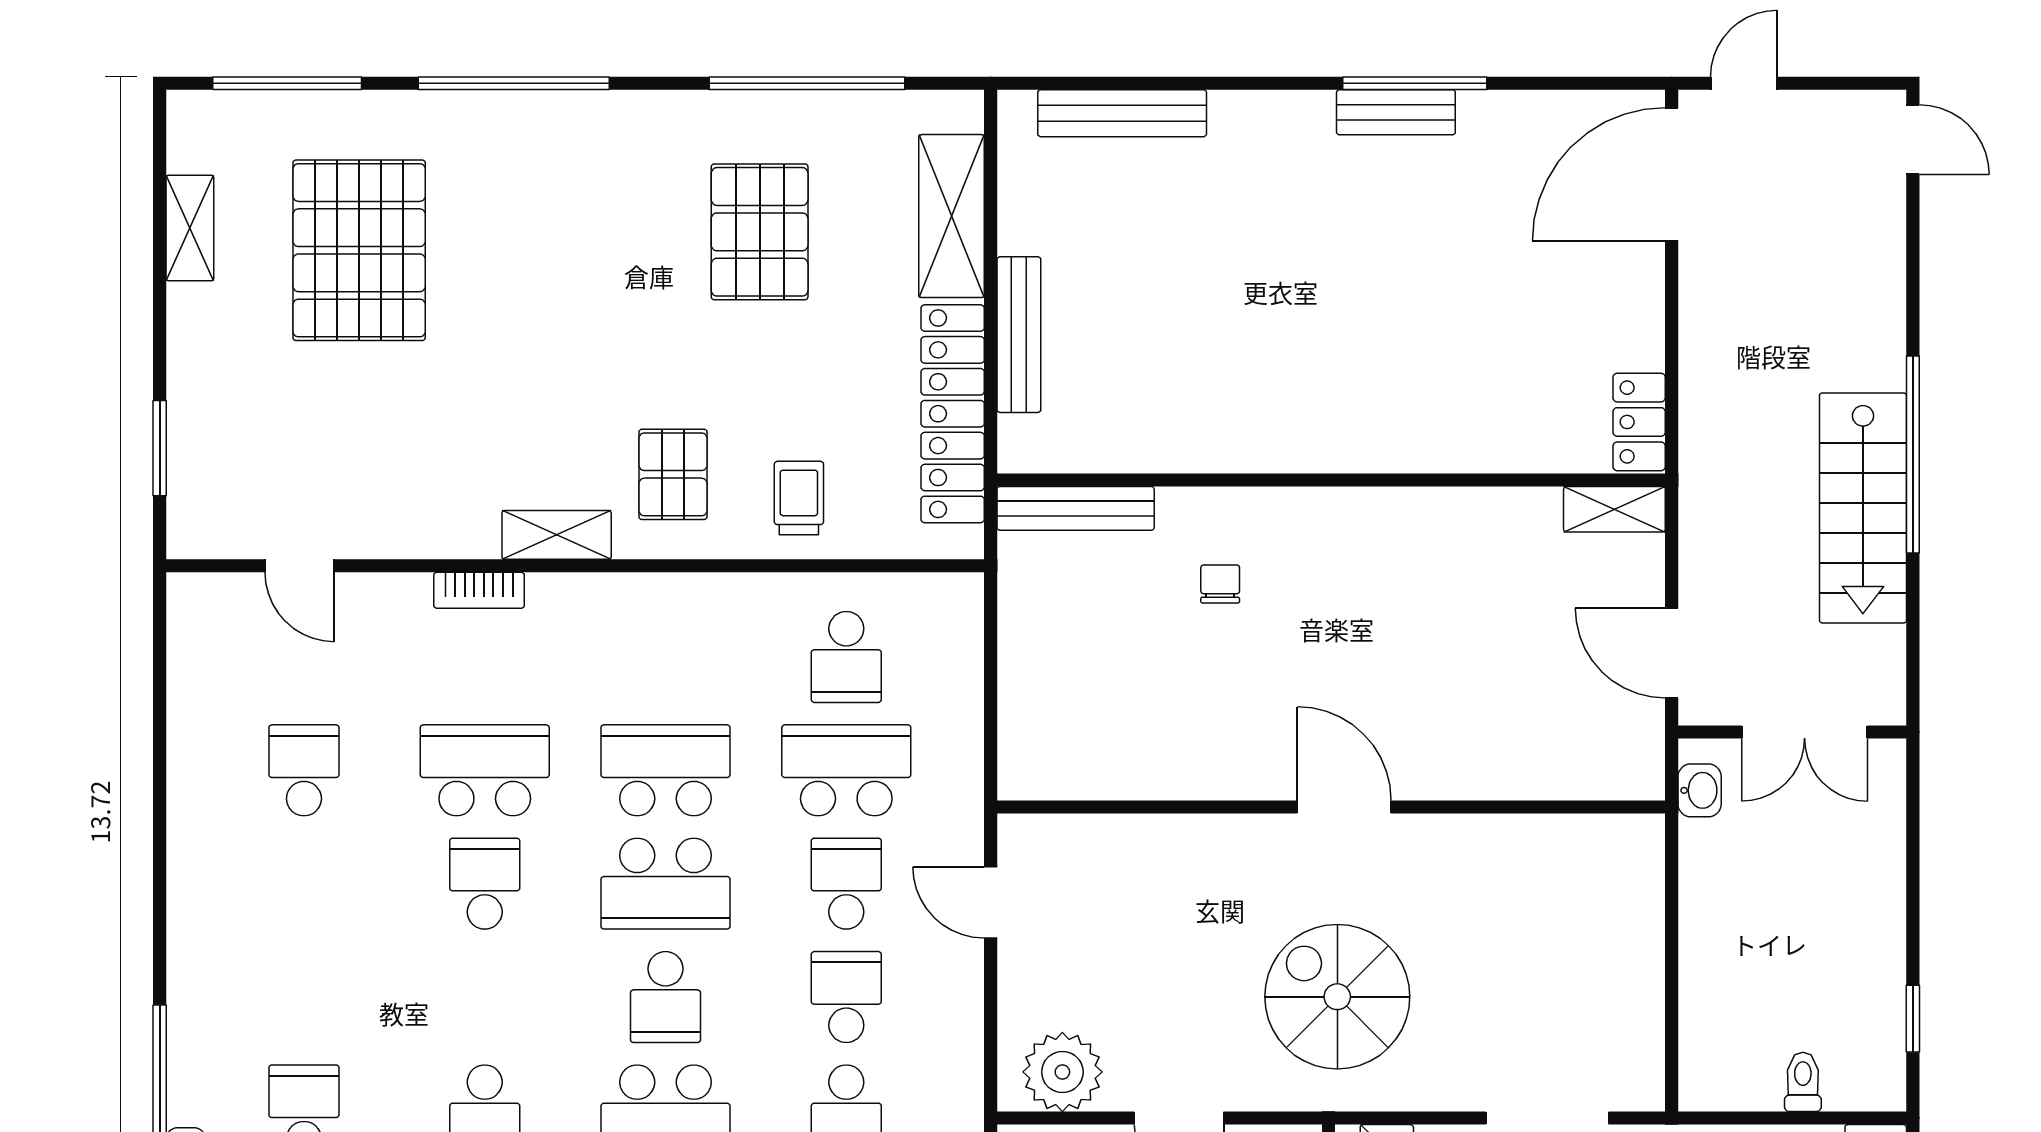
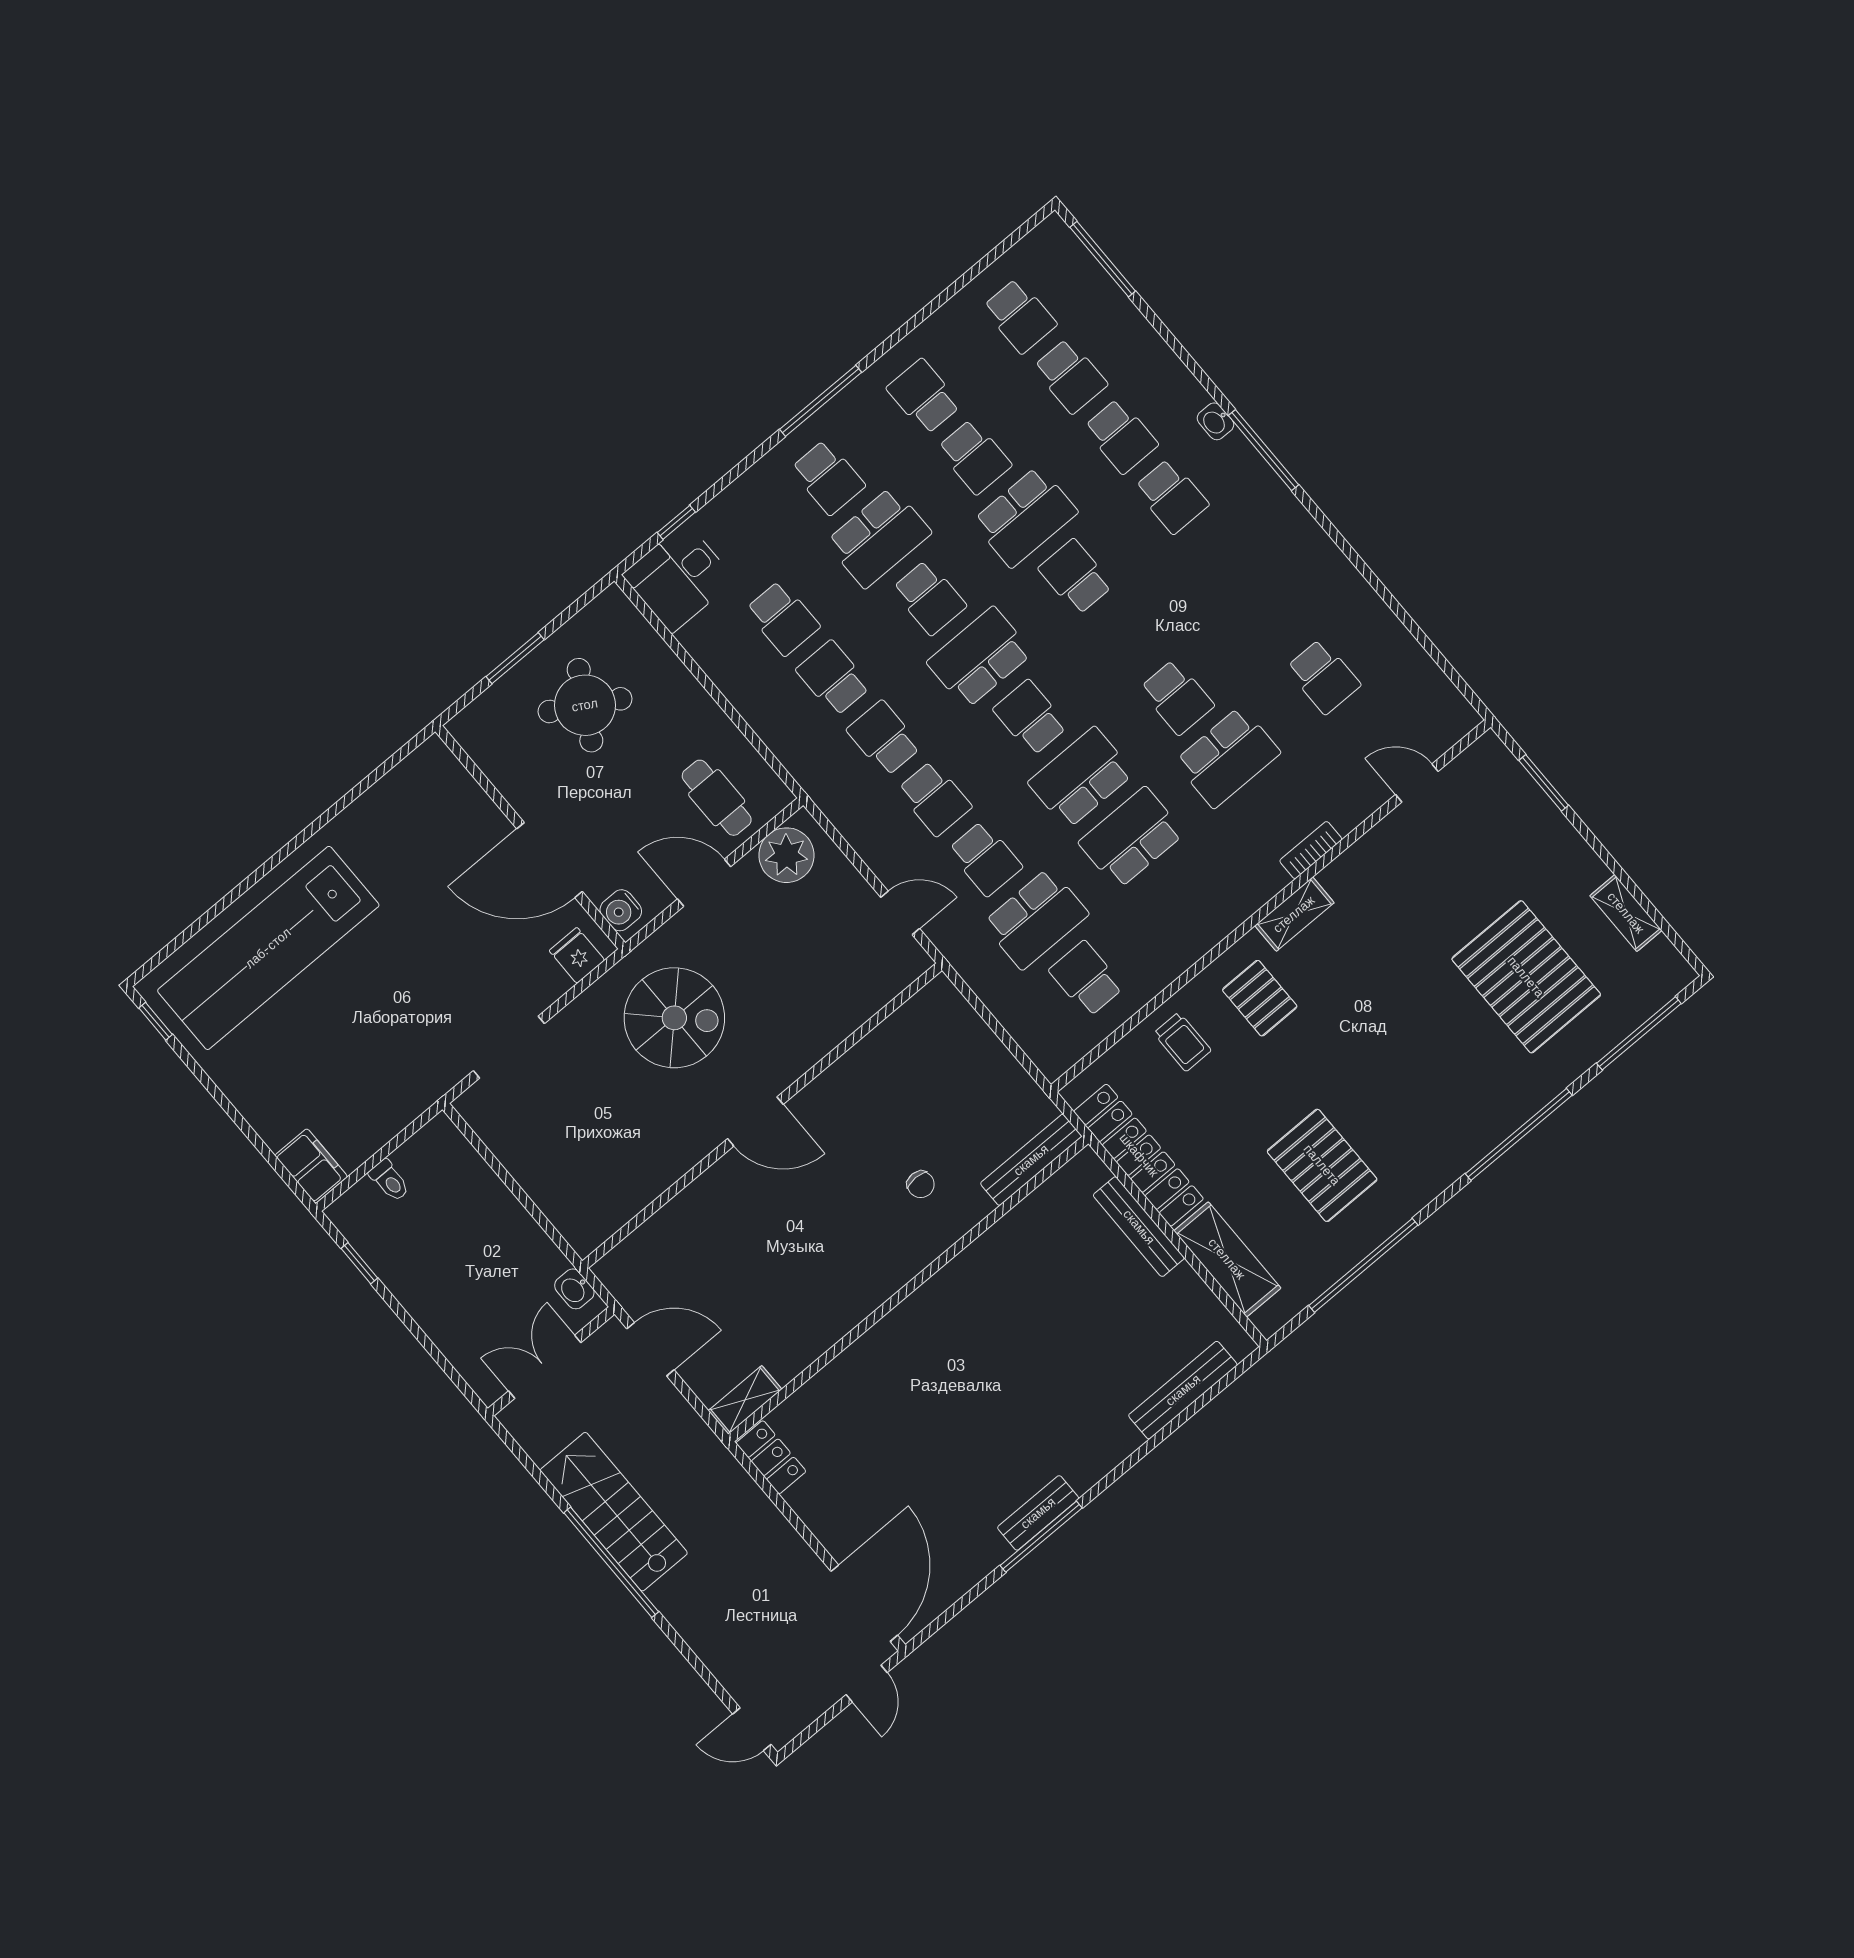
school desk: (666, 770) -> (1132, 838), turned 180

